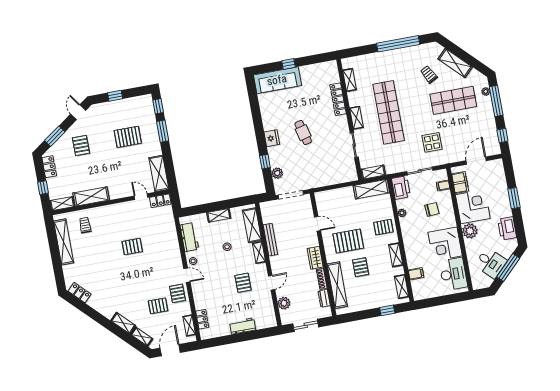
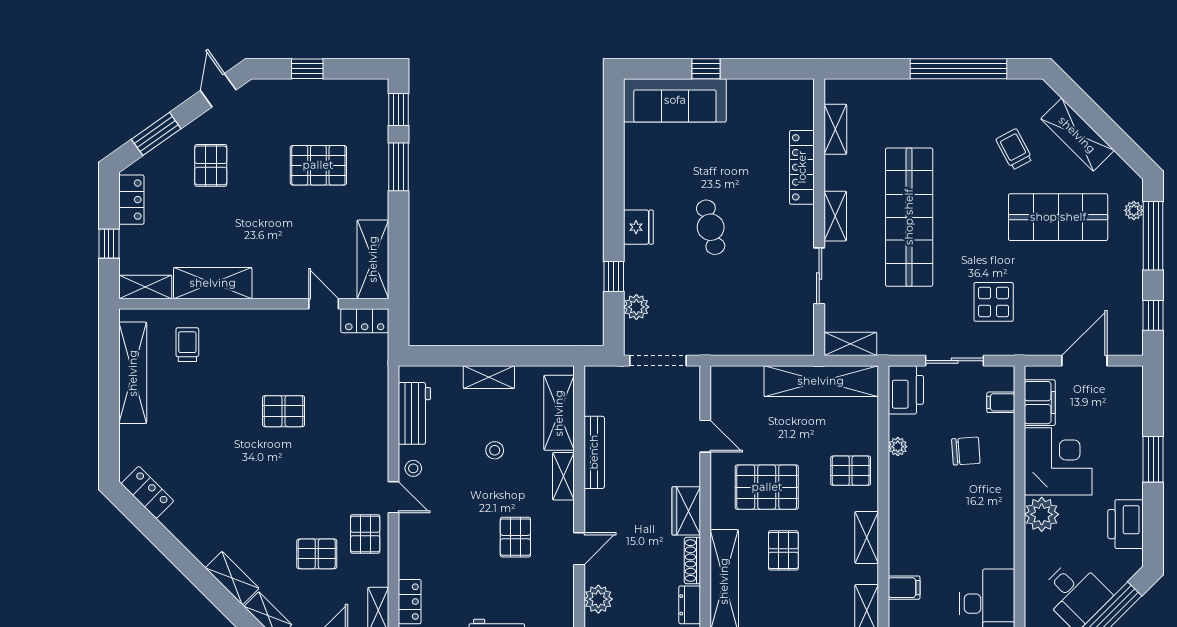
shelving: (371, 189) -> (821, 381), width x1.47
corner desk: (445, 244) -> (981, 533), removed

